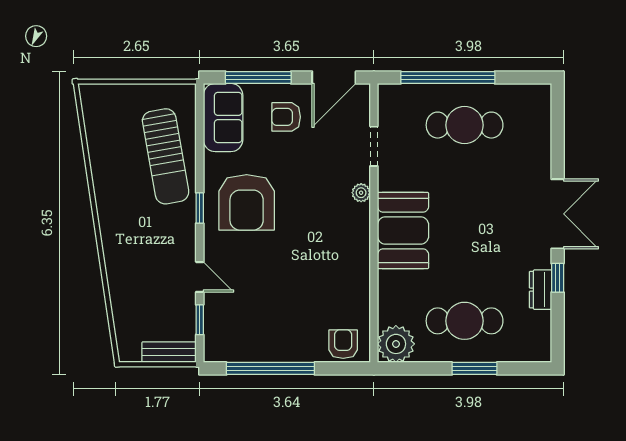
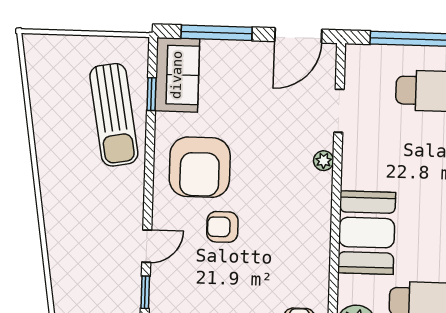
armchair: (286, 117) -> (222, 227), moved
window: (200, 208) -> (151, 94), moved
booth: (403, 231) -> (367, 233), moved
door: (200, 277) -> (147, 246), hinge flipped

